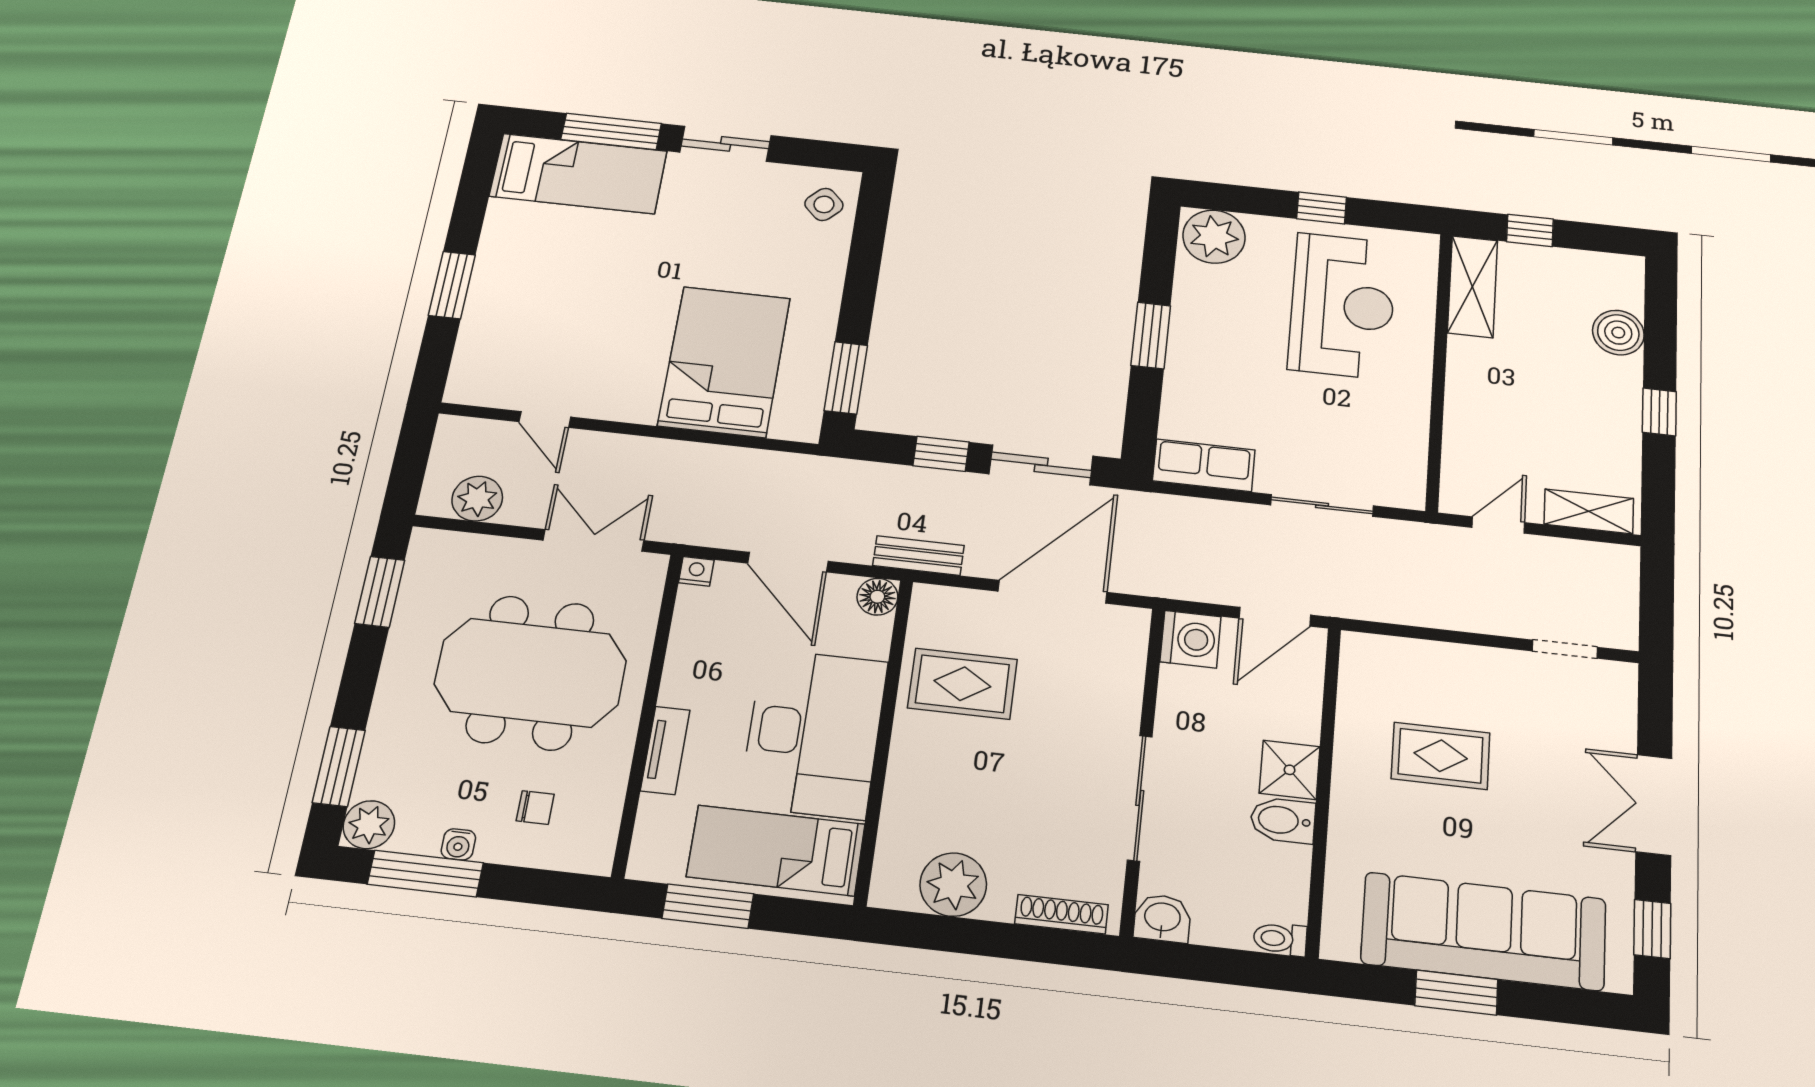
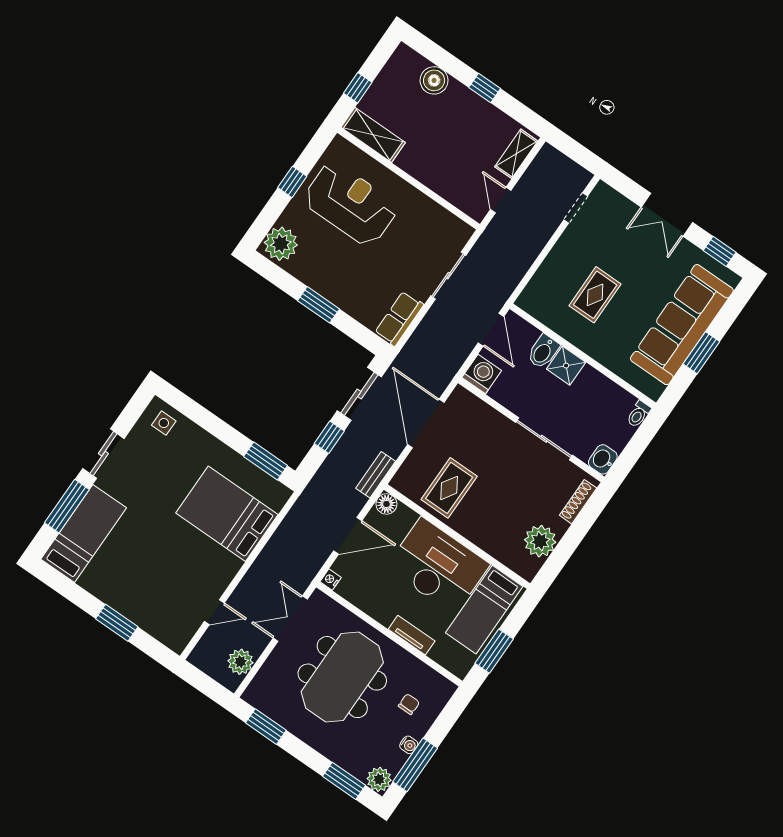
side table: (824, 204) -> (164, 423), turned 45
bidet: (1283, 820) -> (543, 351), moved

